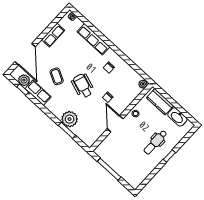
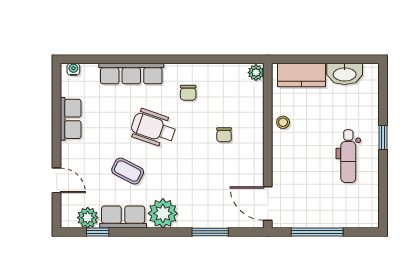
door: (25, 54) -> (57, 180), width x0.53
wheelchair: (83, 86) -> (153, 128), moved
plant: (70, 119) -> (163, 213), moved
door: (115, 124) -> (268, 203), moved
dental chair: (155, 142) -> (348, 156), moved

